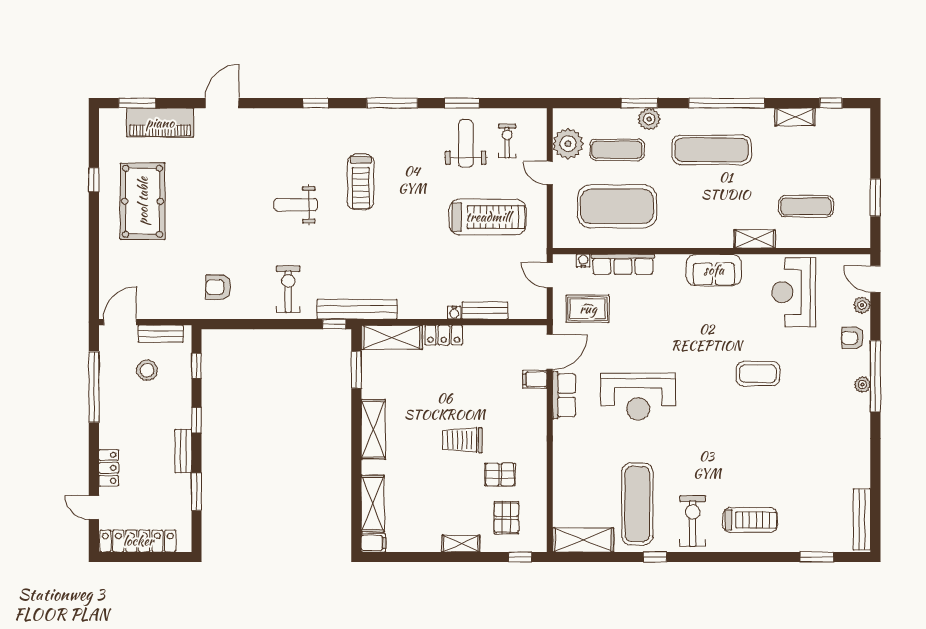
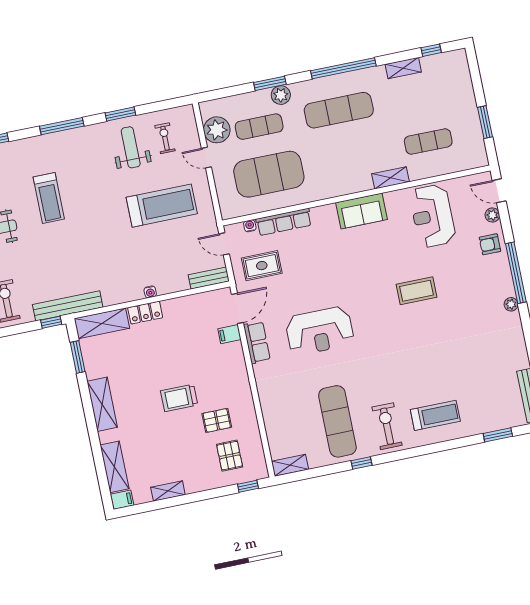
bench: (485, 310) -> (209, 278), moved
plant: (862, 385) -> (511, 304), moved
shelving: (583, 540) -> (290, 465), width x0.67, depth x0.75
shelving: (461, 544) -> (168, 491), moved

